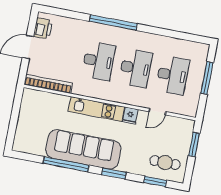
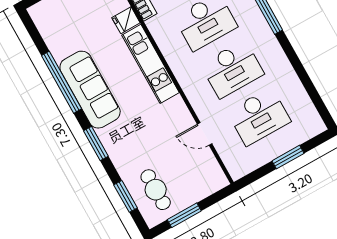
window: (207, 78) -> (288, 157), width x0.69
fridge: (130, 116) -> (126, 20), moved
window: (194, 144) -> (184, 215), moved
sofa: (83, 149) -> (90, 90), width x0.74, depth x0.79

